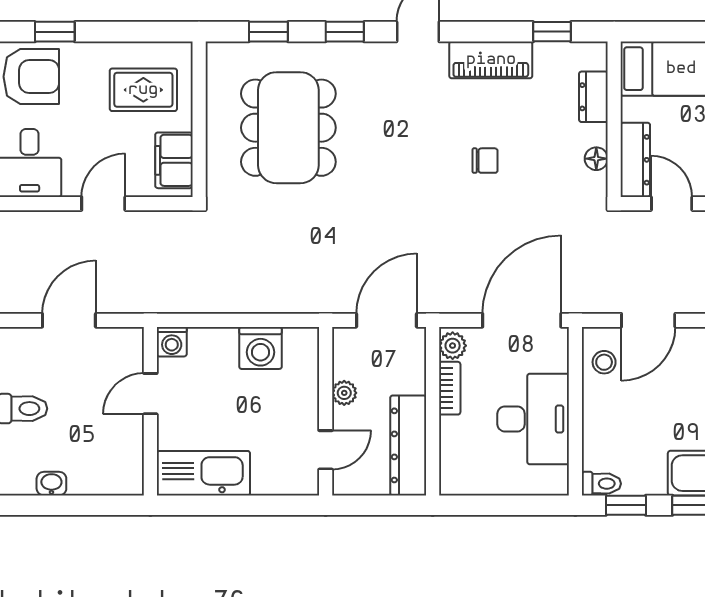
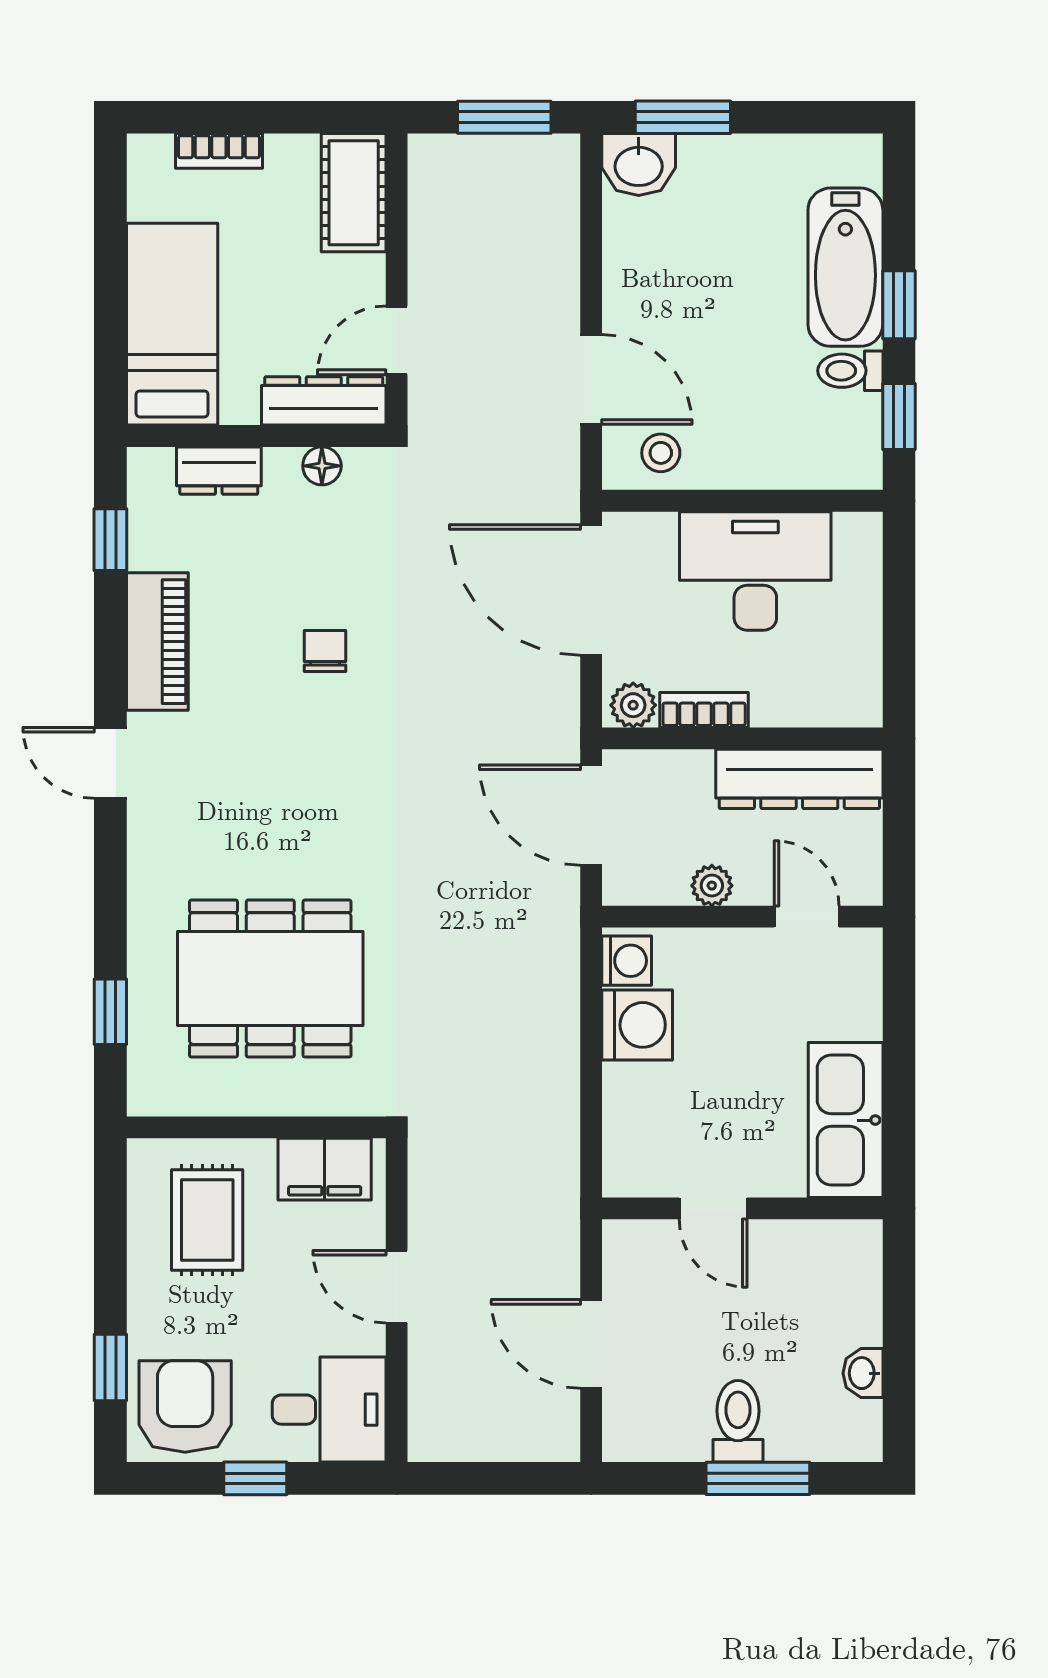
window: (345, 32) -> (110, 885), removed
washing machine: (172, 342) -> (627, 961), moved
toilet: (601, 484) -> (850, 371), moved, turned -90

